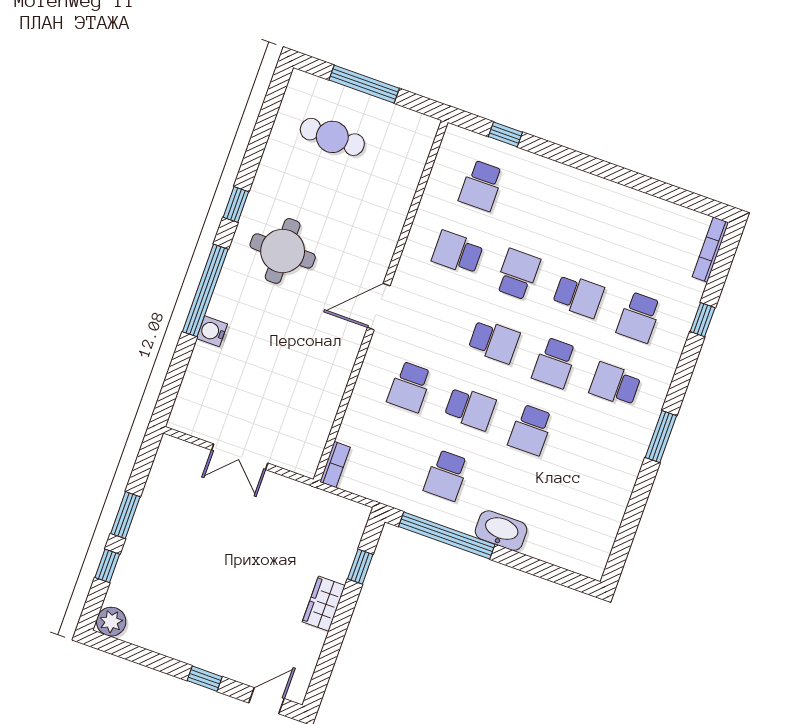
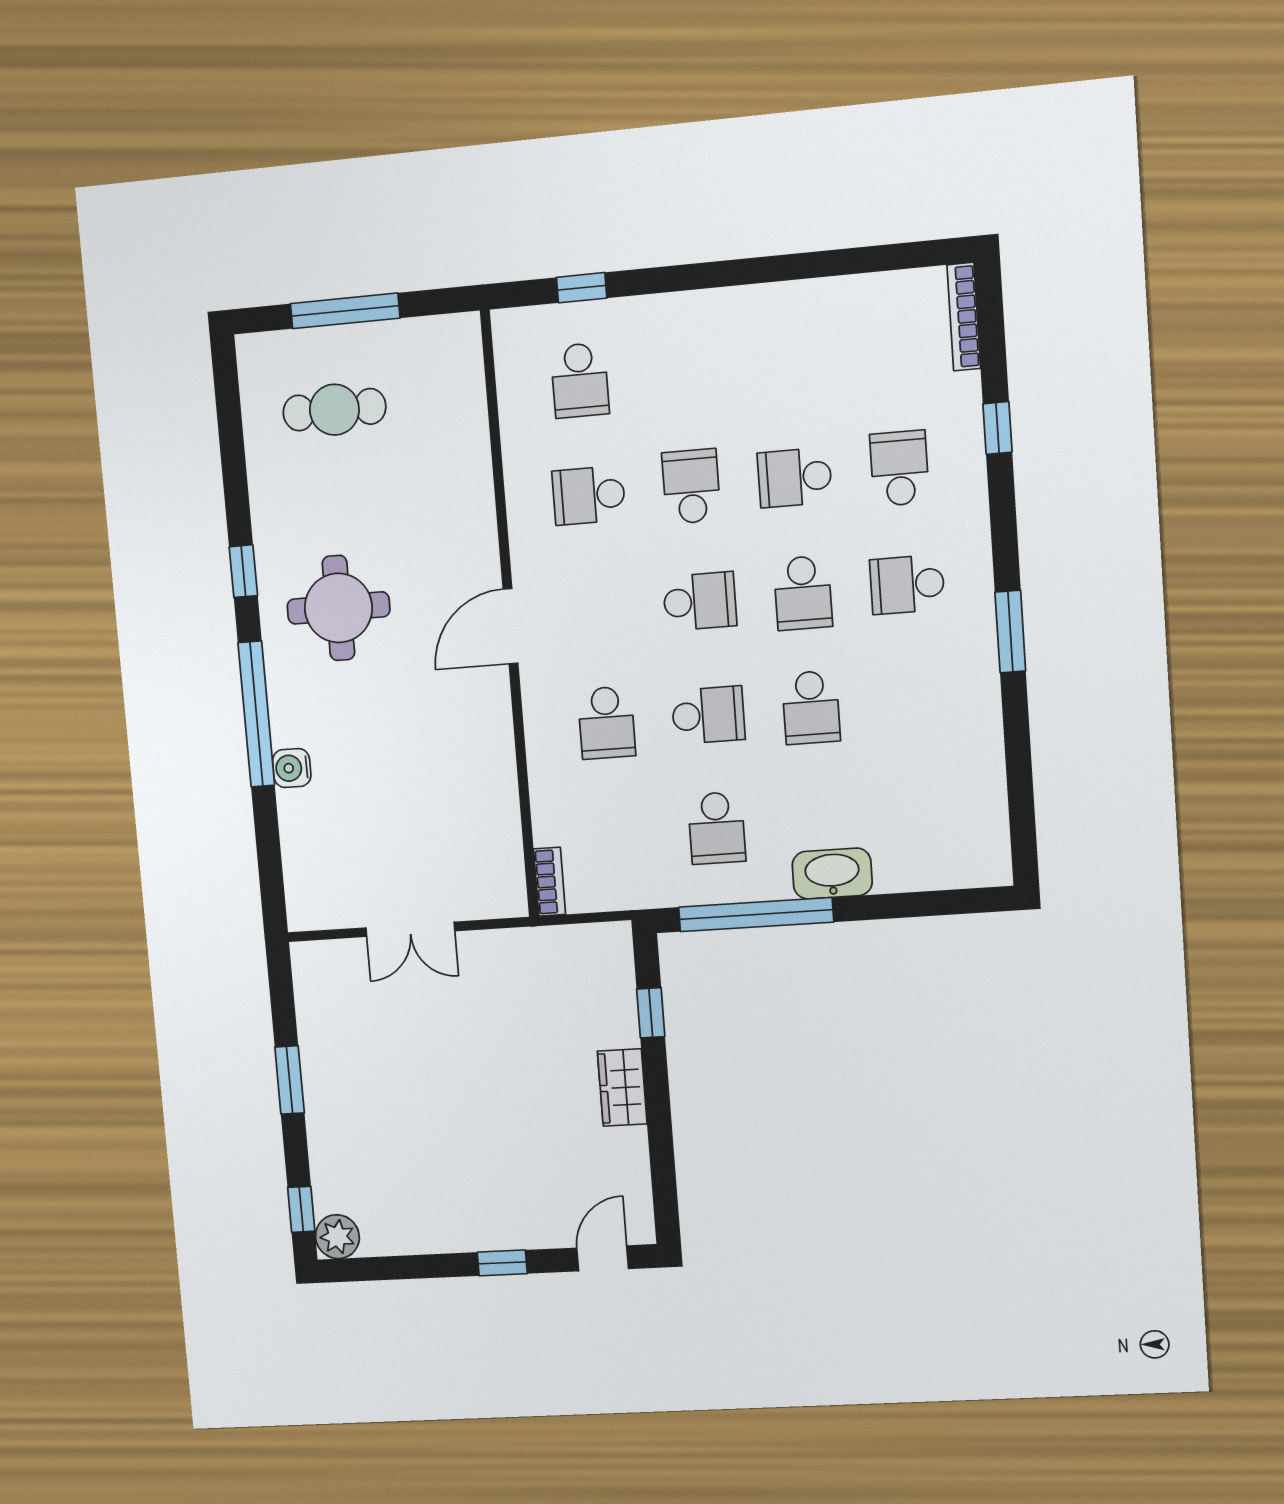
school desk: (578, 296) -> (795, 477), turned 180
school desk: (639, 317) -> (899, 468), turned 180
window: (107, 566) -> (301, 1209), moved

